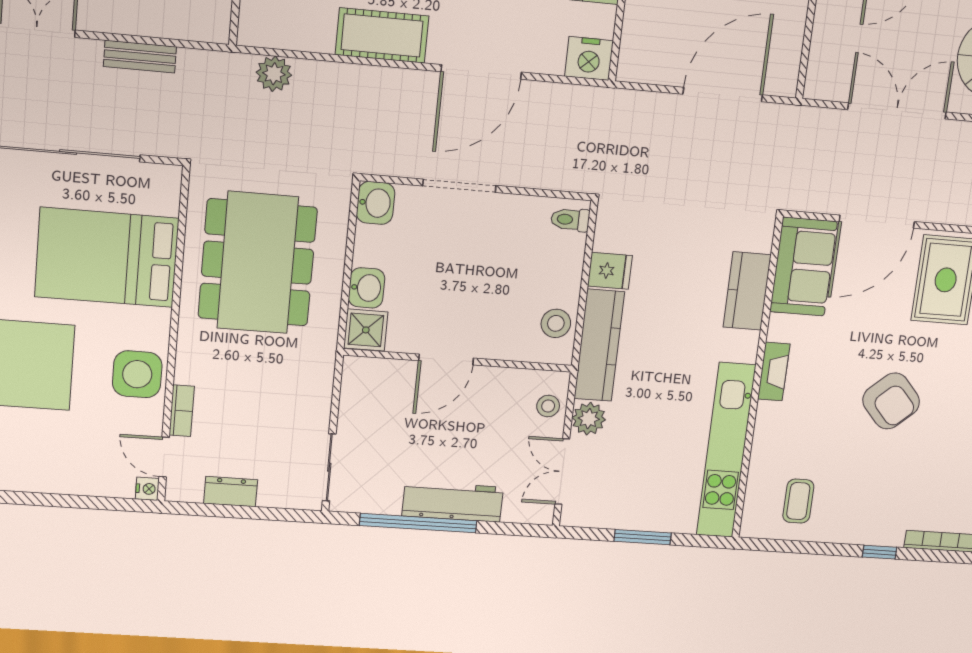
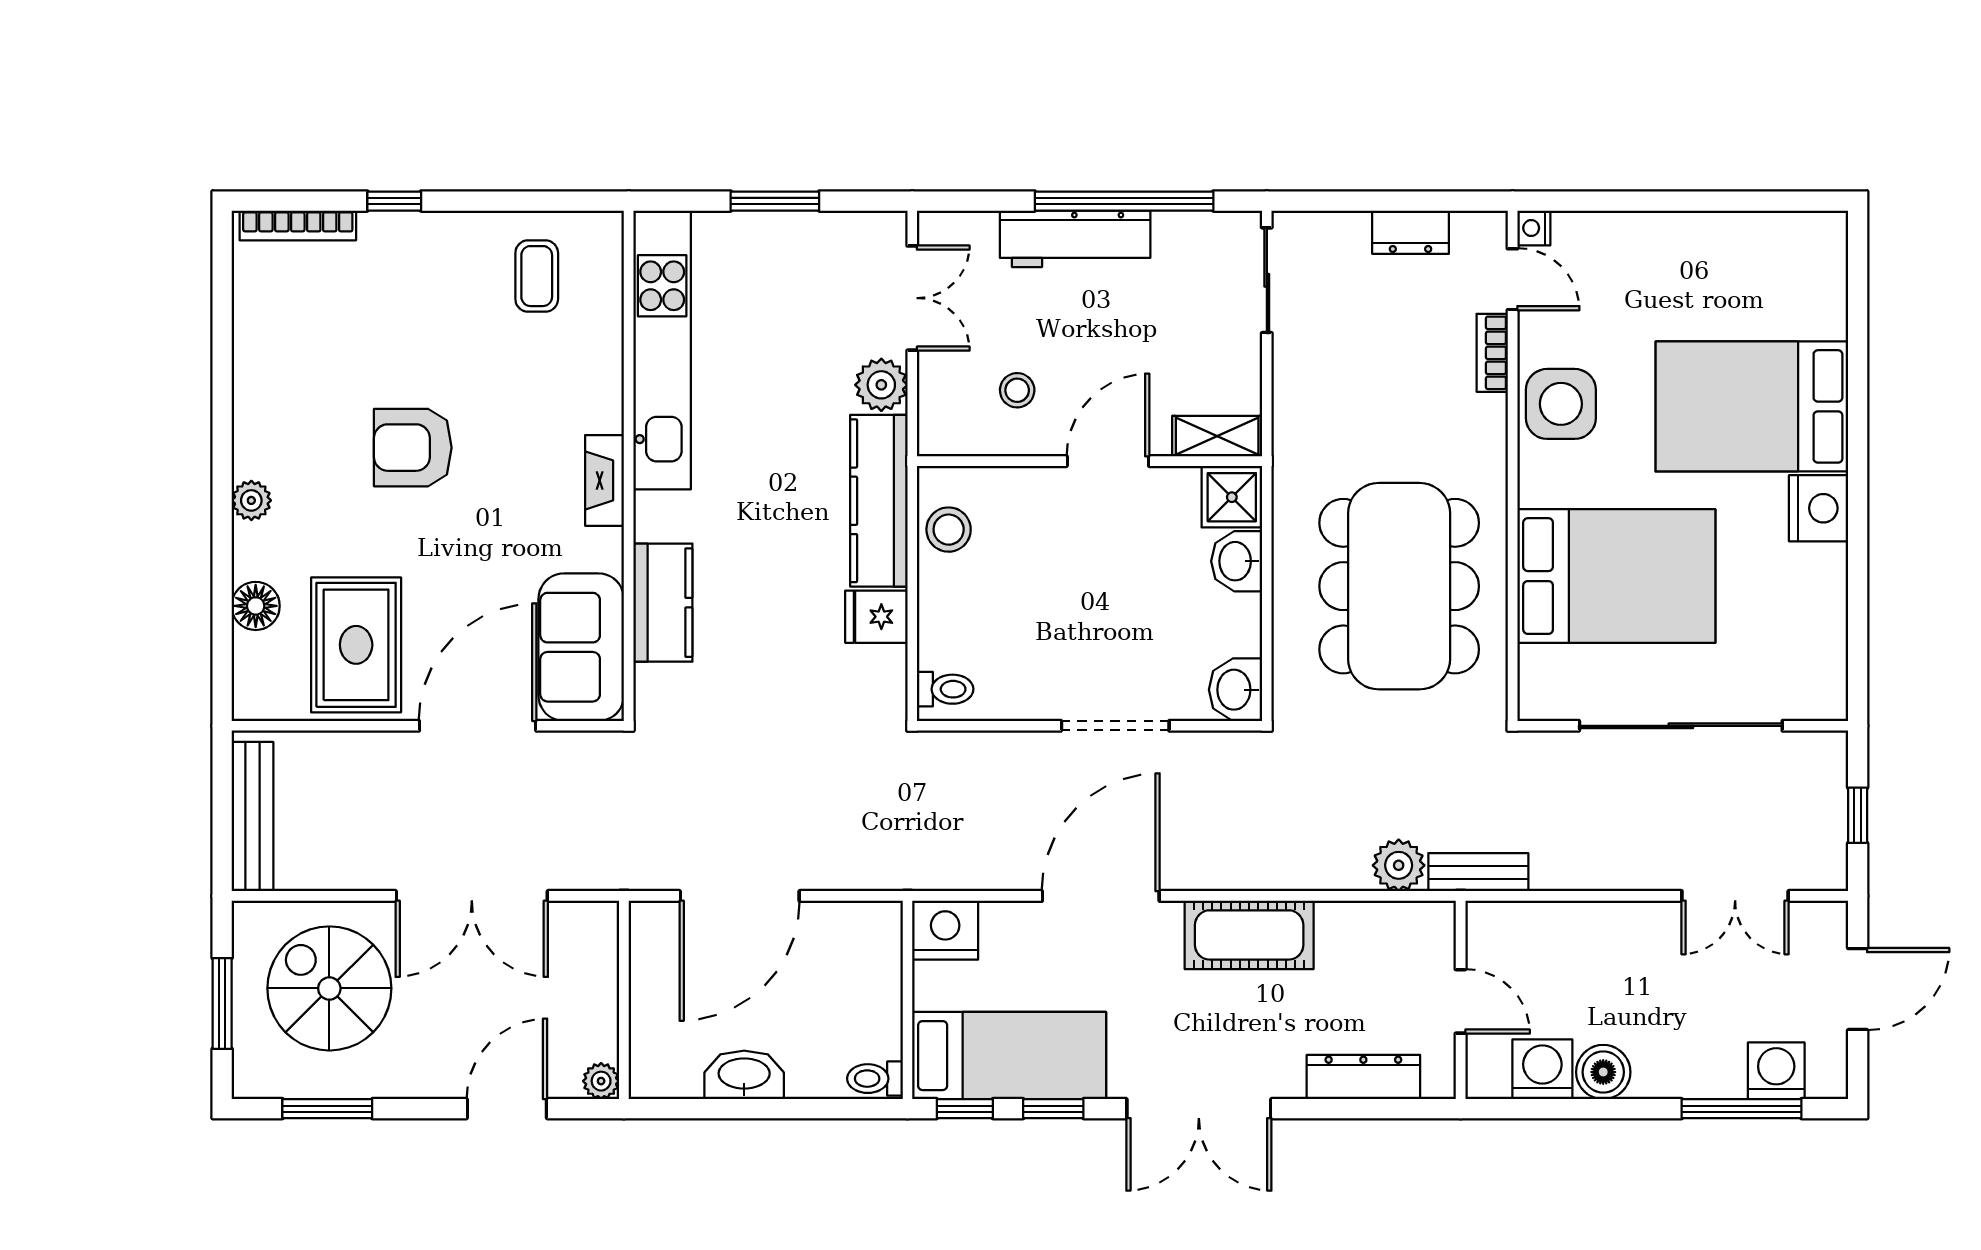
bench: (140, 57) -> (1478, 872), moved
shelving: (372, 370) -> (1217, 436), added
armchair: (891, 401) -> (413, 448), turned -48
stool: (548, 406) -> (1017, 390), moved

